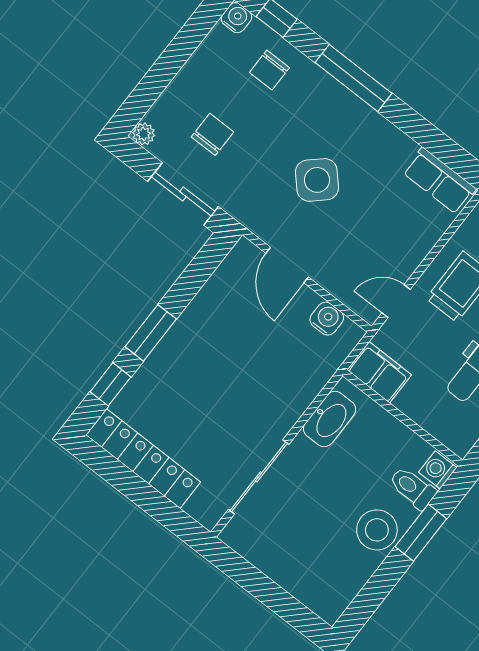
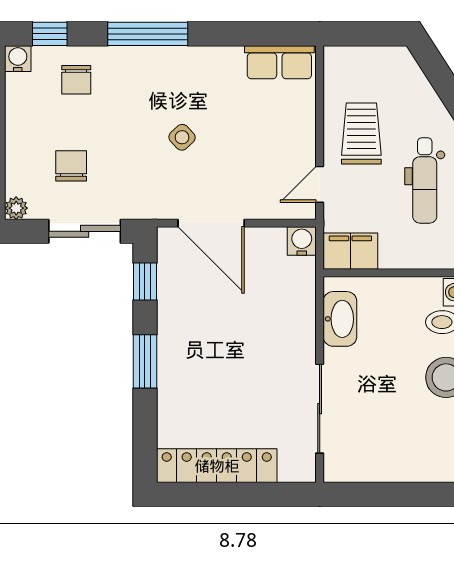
side table: (317, 180) -> (182, 137), width x0.54, depth x0.54
door: (287, 265) -> (211, 223), width x1.36
water cooler: (327, 319) -> (302, 241), moved
window: (111, 384) -> (145, 282), moved

